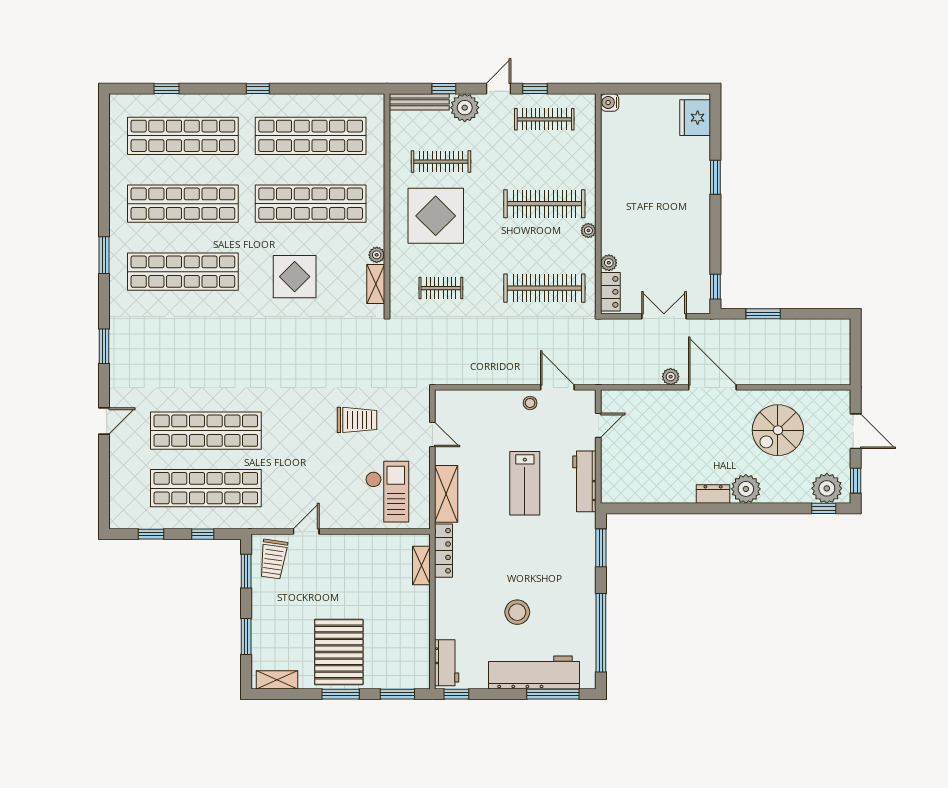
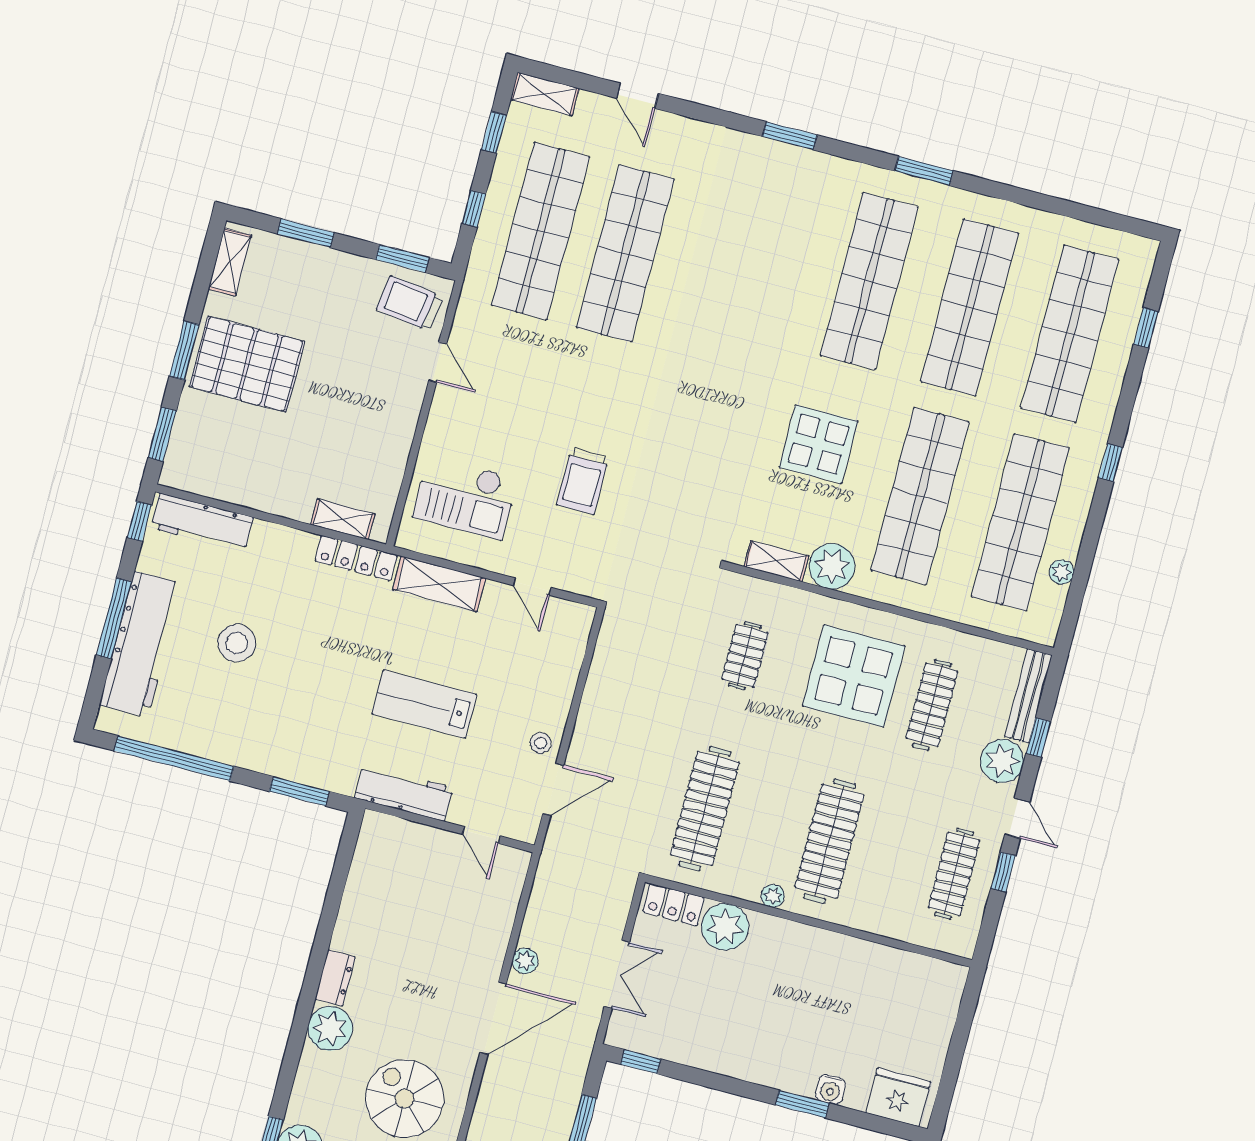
plant: (335, 102) -> (1061, 572), added
water cooler: (610, 103) -> (830, 1089), moved, turned 180
plant: (377, 255) -> (832, 566), width x1.87, depth x1.87
plant: (609, 263) -> (725, 927), width x1.88, depth x1.88
door: (104, 421) -> (637, 96), moved
door: (432, 434) -> (532, 586), hinge flipped
shelving: (118, 508) -> (545, 94), added
workbench: (447, 663) -> (202, 523), width x1.38
window: (553, 694) -> (114, 618), moved

